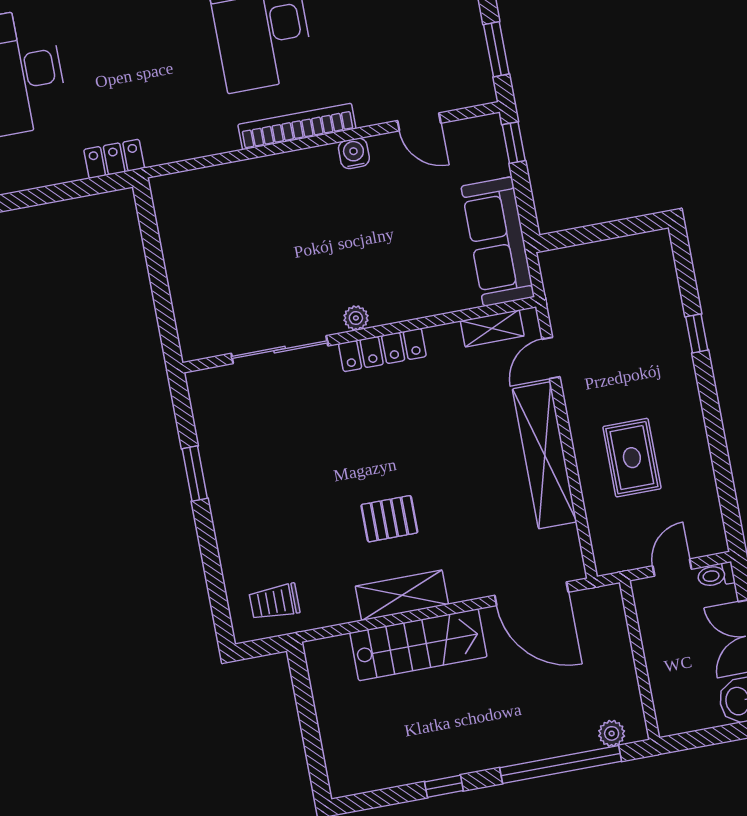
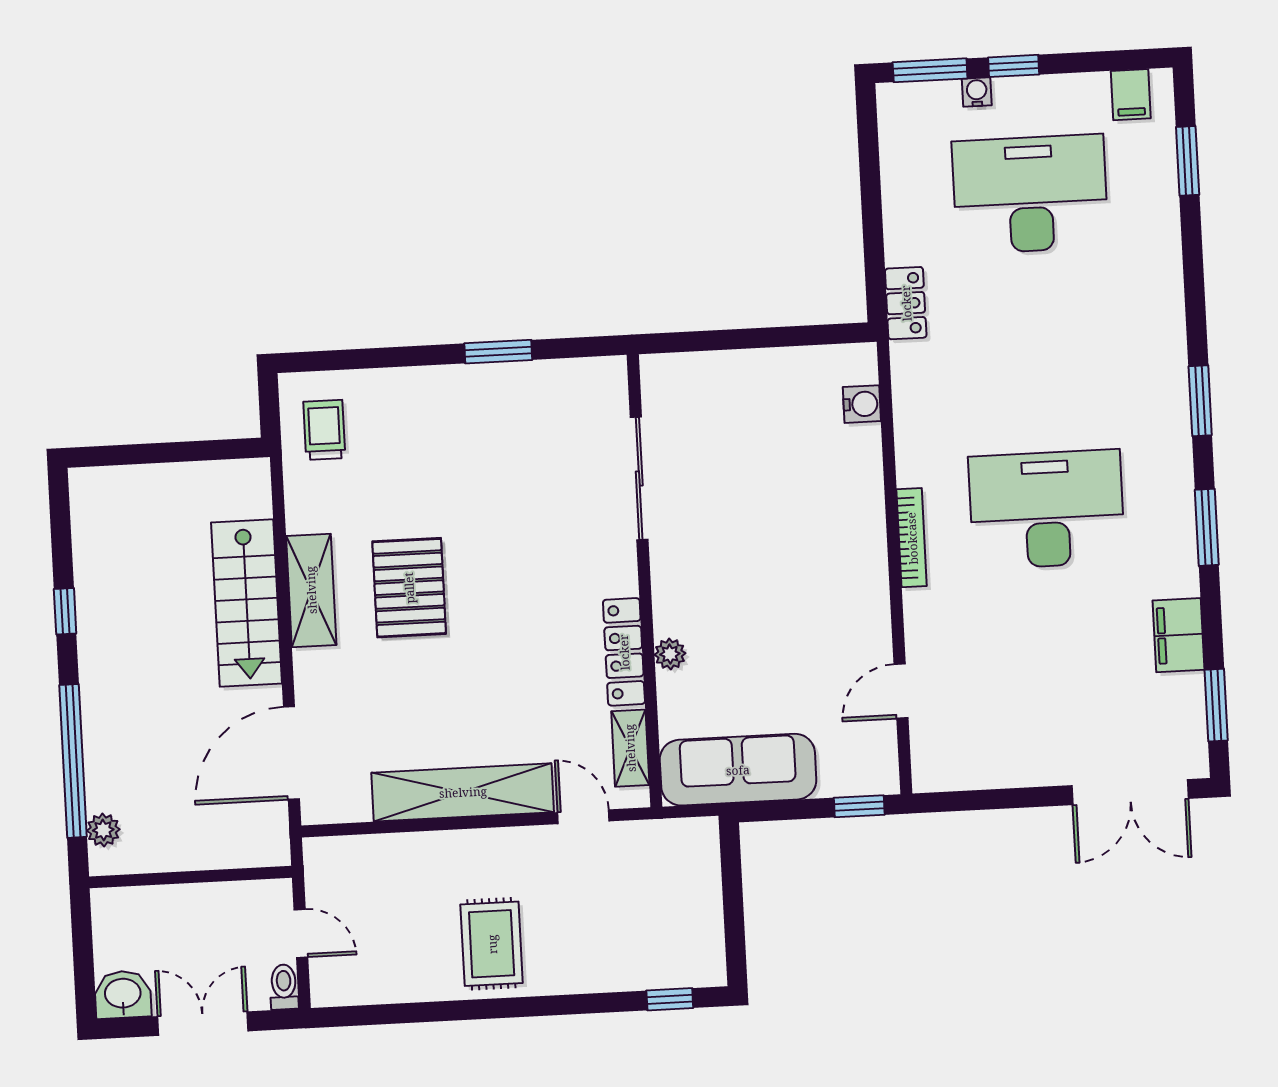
window: (496, 49) -> (979, 800), removed
bookcase: (297, 127) -> (912, 538), width x0.68, depth x0.76
water cooler: (354, 153) -> (862, 404), moved
plant: (356, 318) -> (670, 654), moved
window: (697, 333) -> (670, 999), moved
locker: (382, 350) -> (624, 652), moved
rug: (632, 458) -> (492, 944), moved, turned 90
pallet: (389, 519) -> (409, 588), width x1.50, depth x1.42

